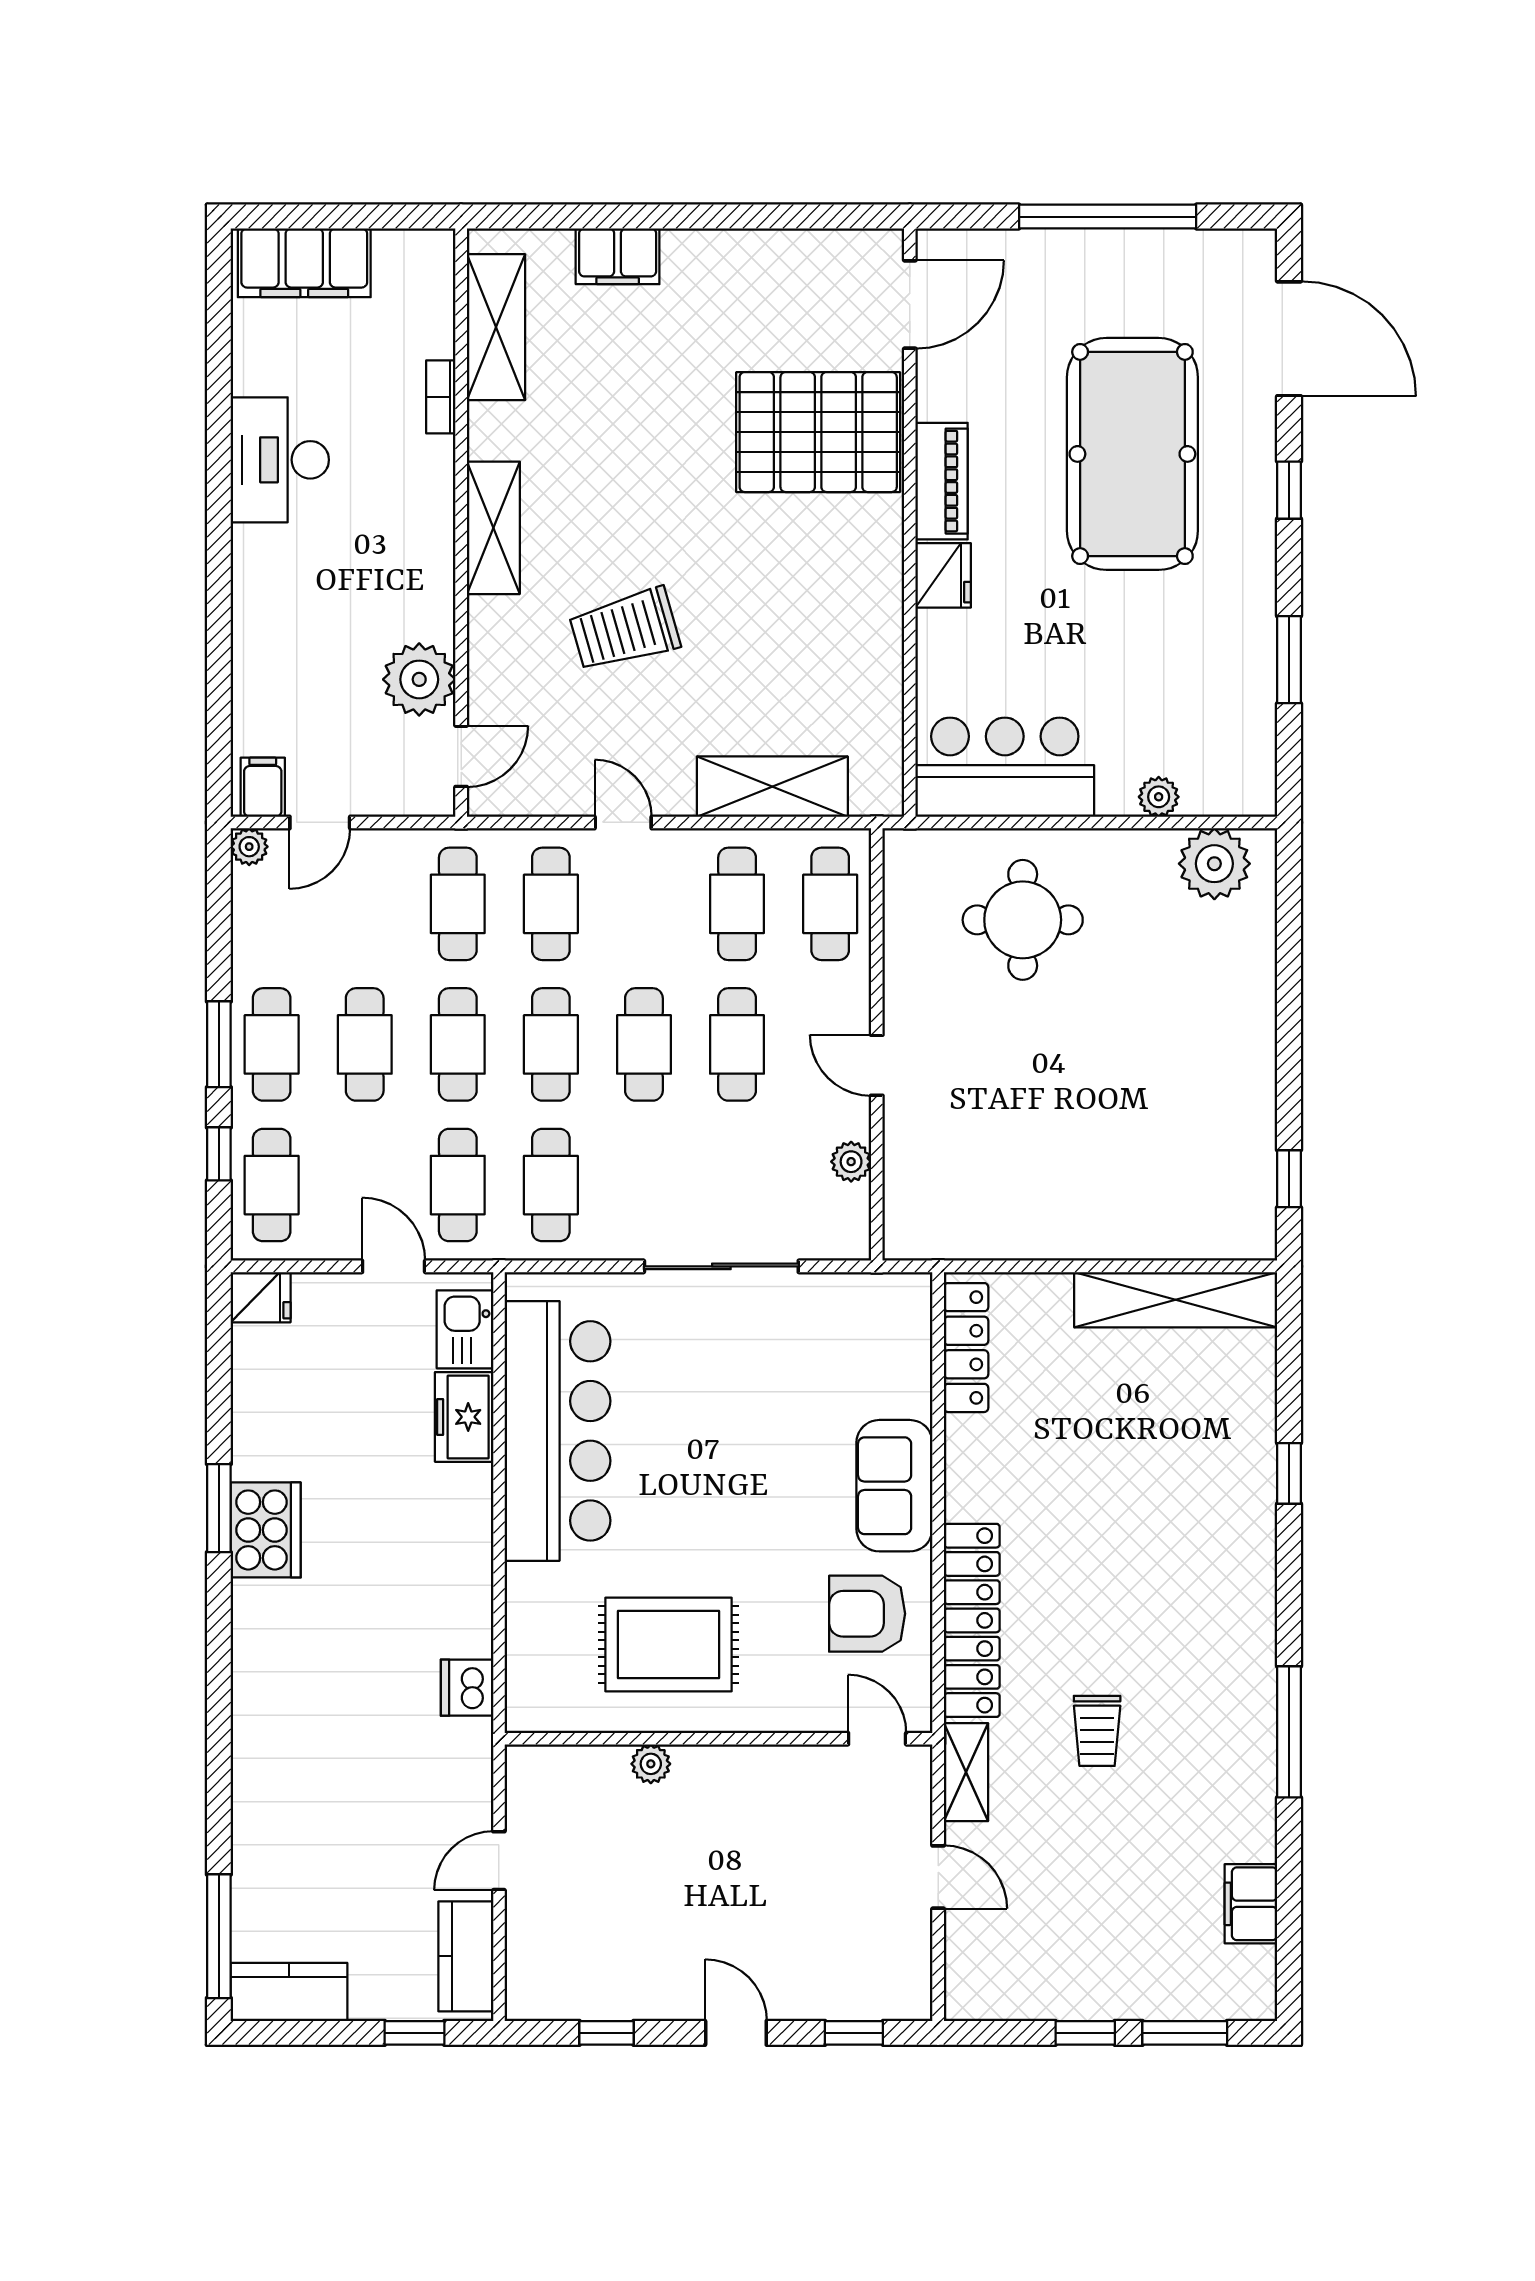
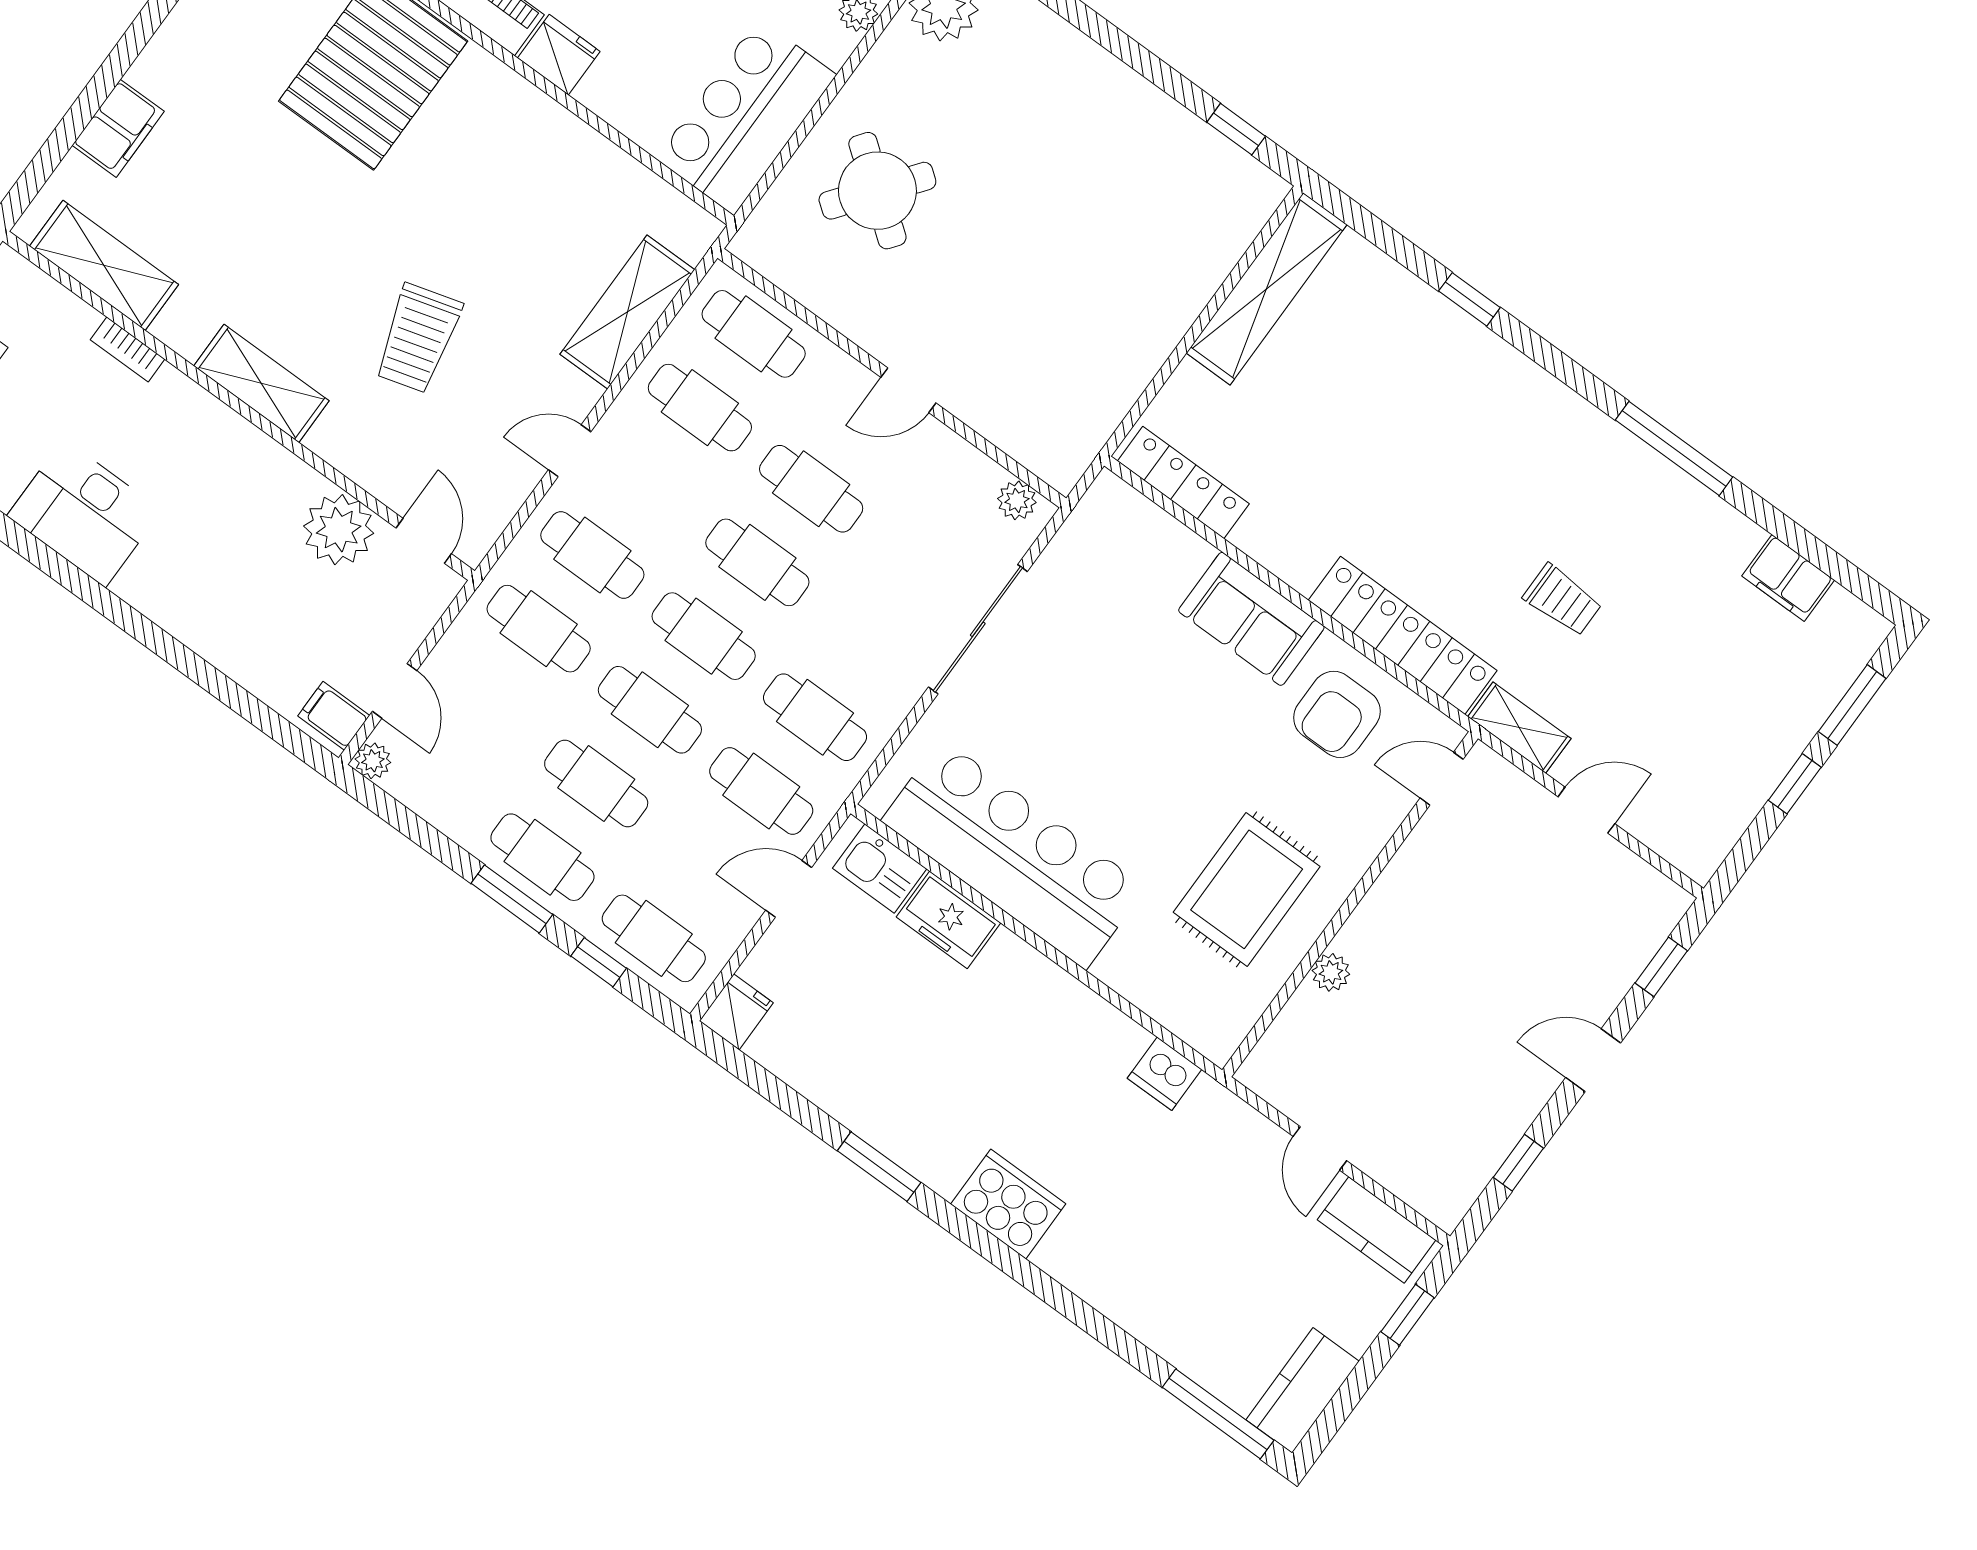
round table: (1023, 920) -> (877, 191), turned 37
plant: (851, 1162) -> (1017, 500), moved
cooker: (266, 1530) -> (1008, 1204), moved

